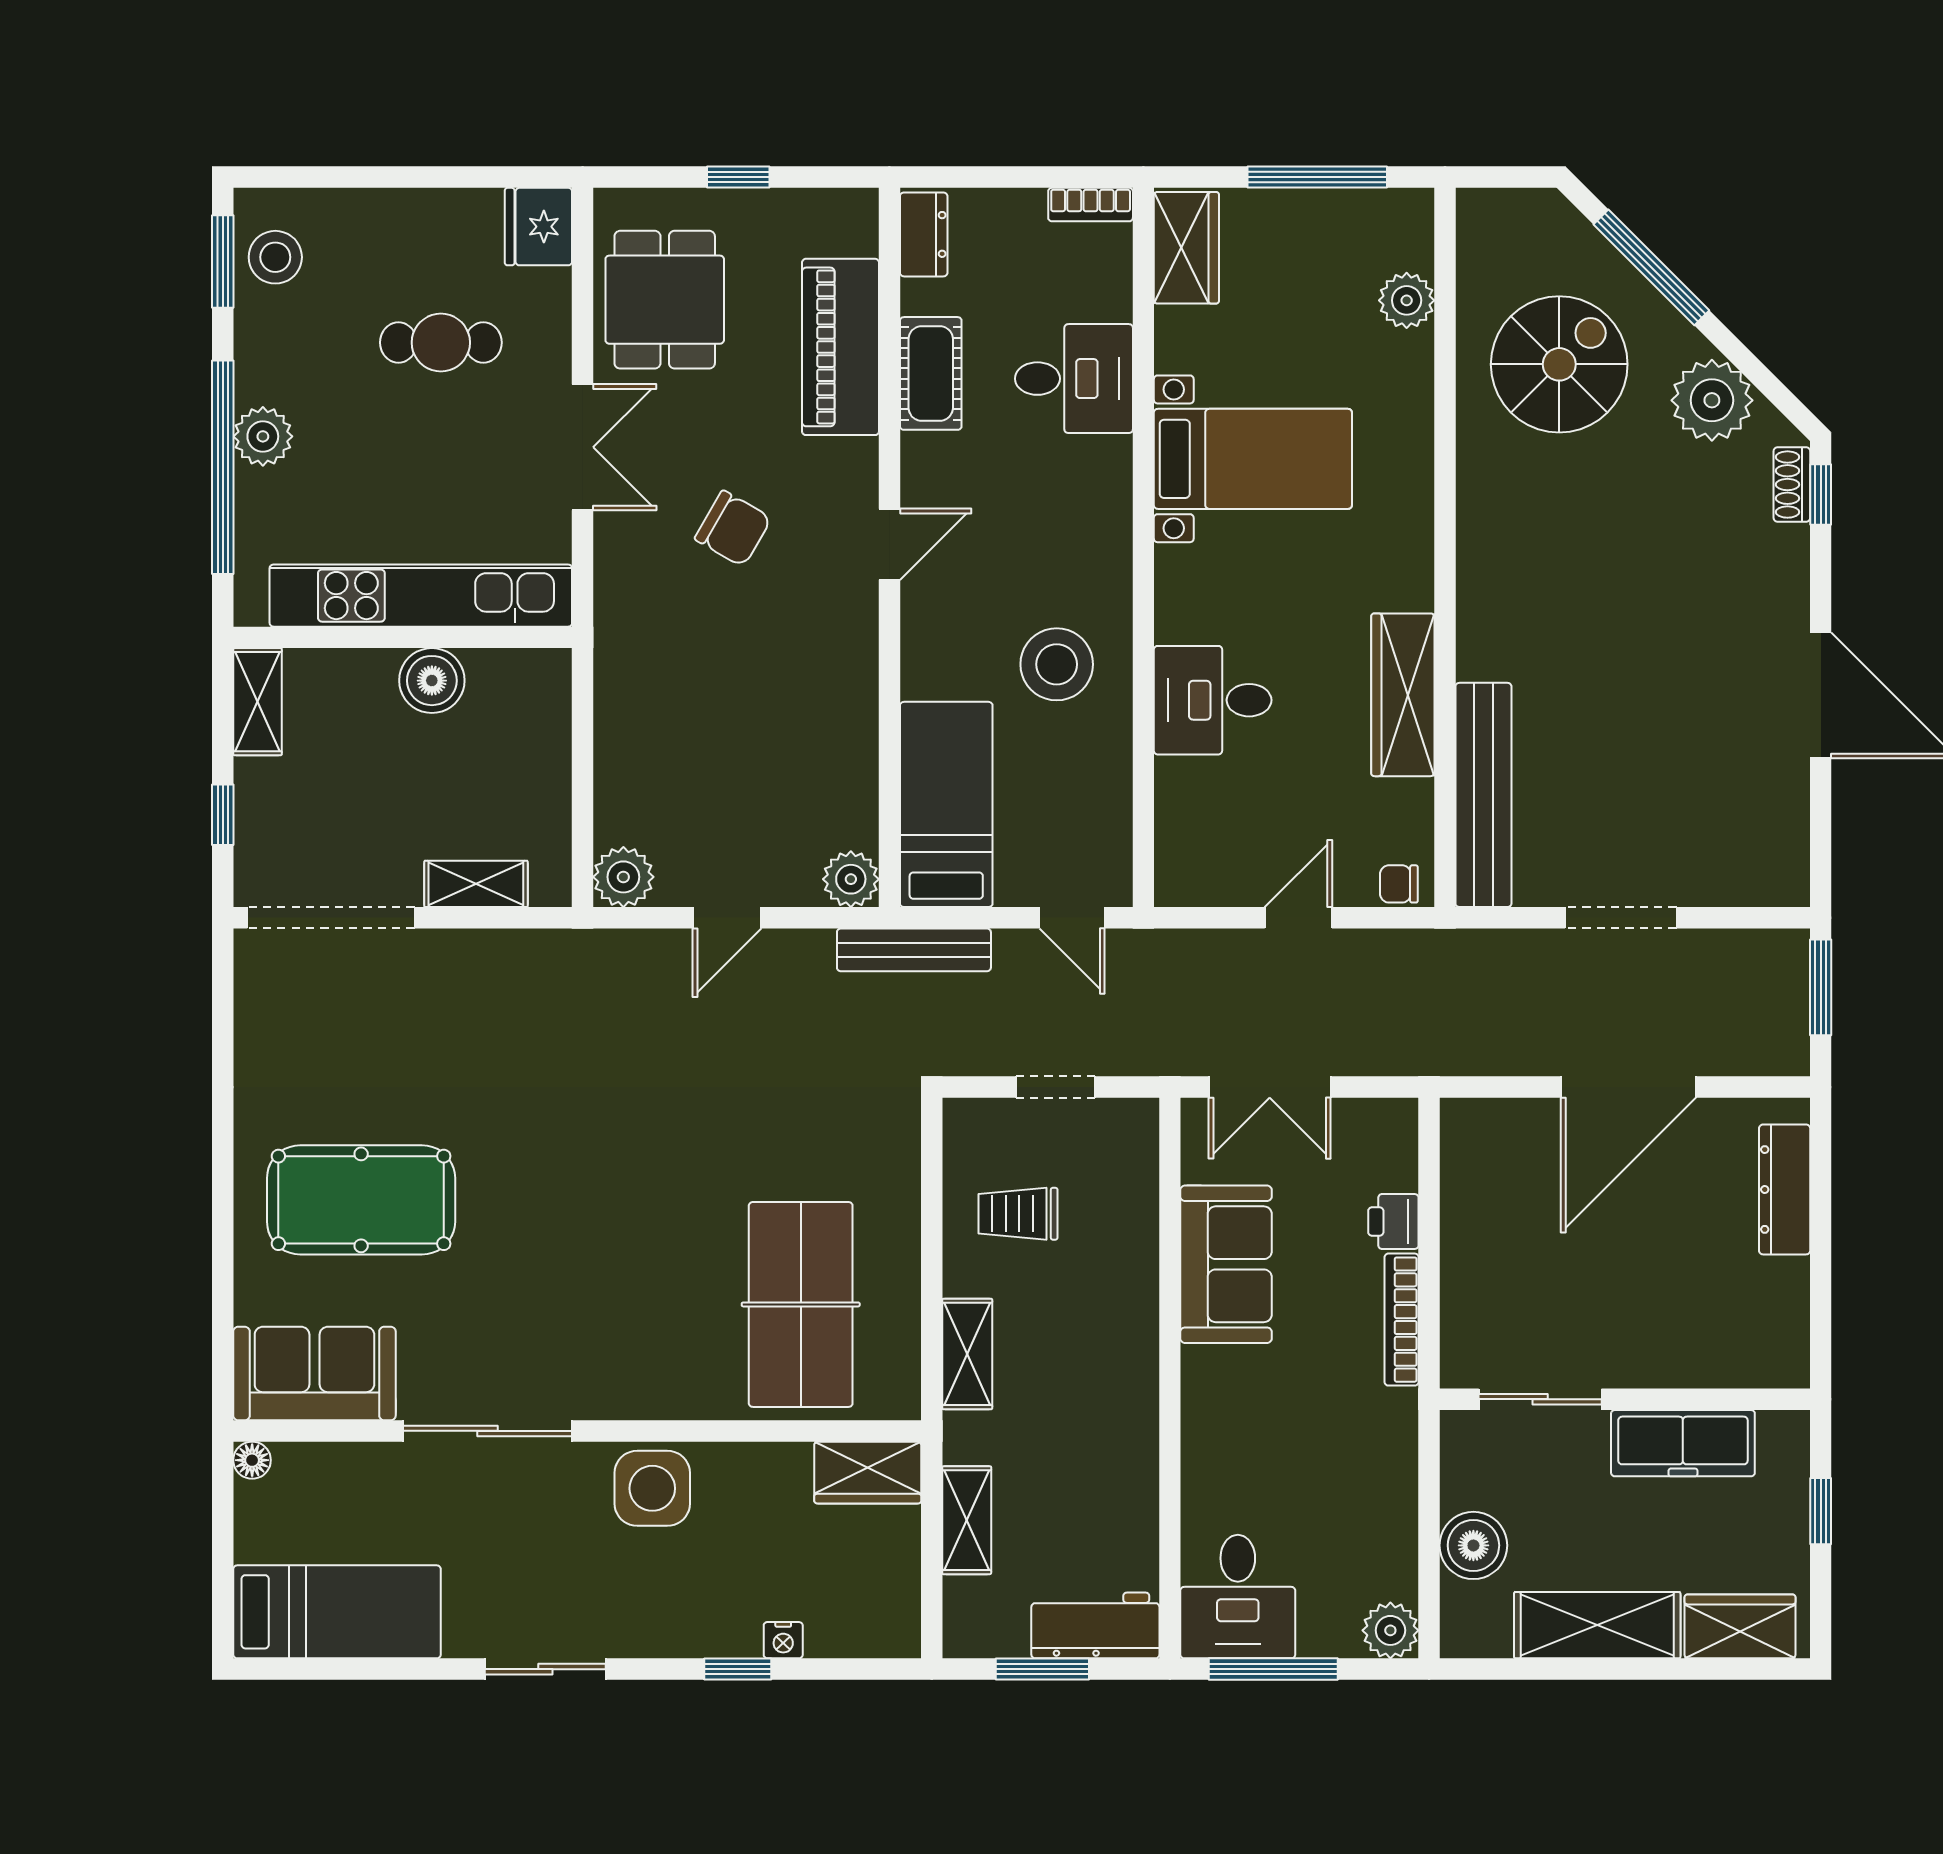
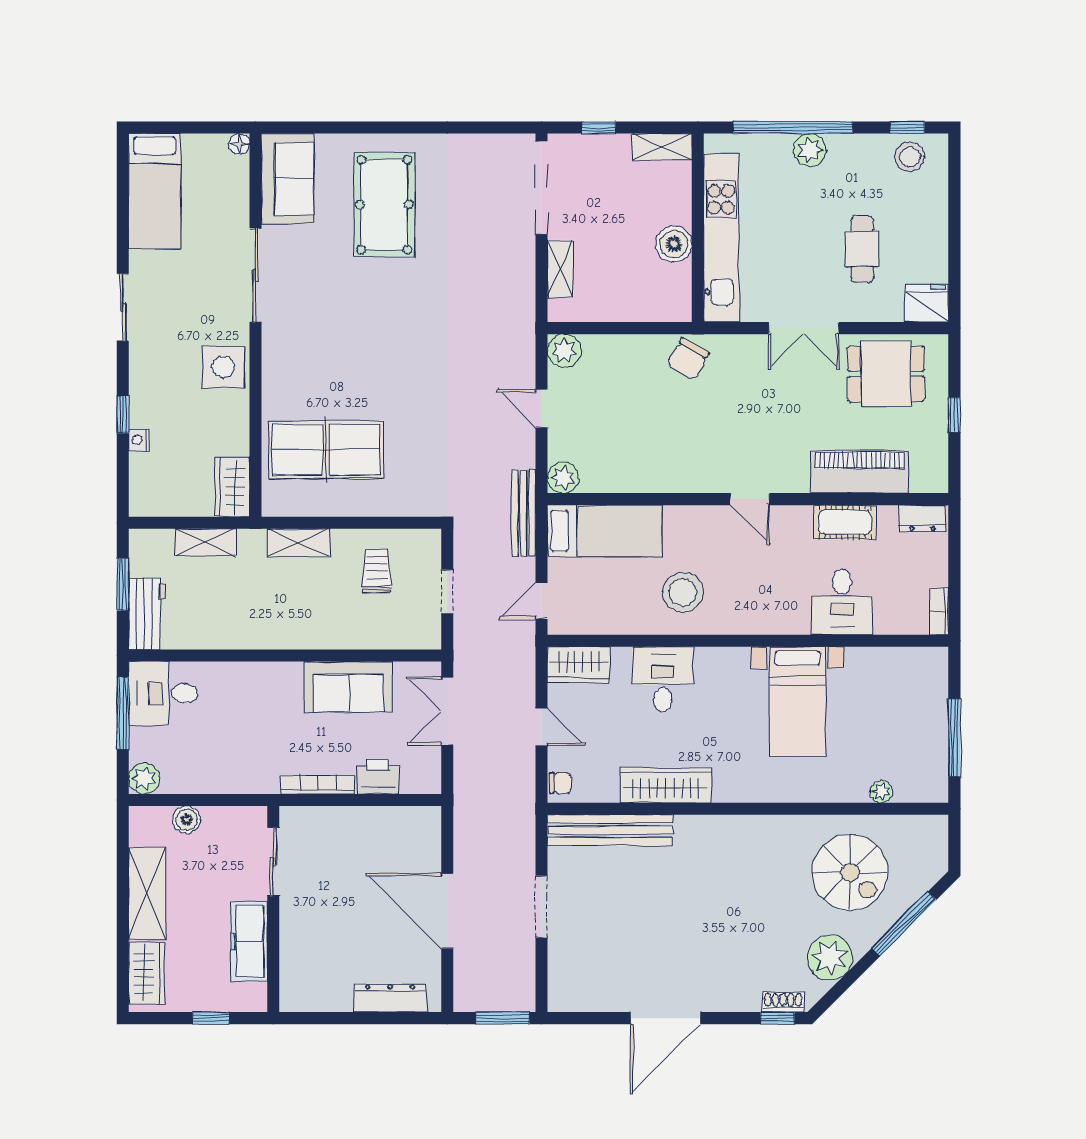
wardrobe: (1186, 248) -> (579, 665), moved
window: (223, 261) -> (907, 128), width x0.67
plant: (1407, 300) -> (881, 792), width x0.73, depth x0.73
chair: (733, 528) -> (688, 359), moved
chair: (1399, 884) -> (560, 783), turned 90
printer: (1393, 1222) -> (378, 777), width x1.36, depth x1.24
boiler: (1473, 1545) -> (187, 820), width x0.73, depth x0.73

